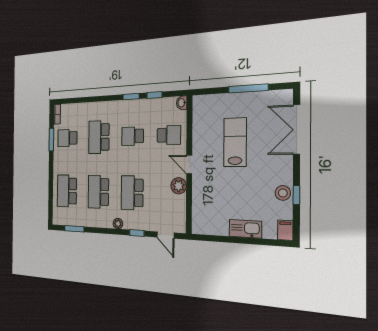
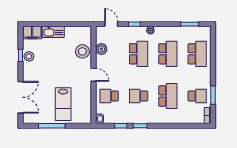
school desk: (133, 136) -> (139, 96), turned 180
lab bench: (235, 142) -> (63, 104), moved
plant: (179, 186) -> (101, 49), moved
stool: (204, 198) -> (82, 51), added
filing cabinet: (285, 230) -> (32, 33), width x2.00

